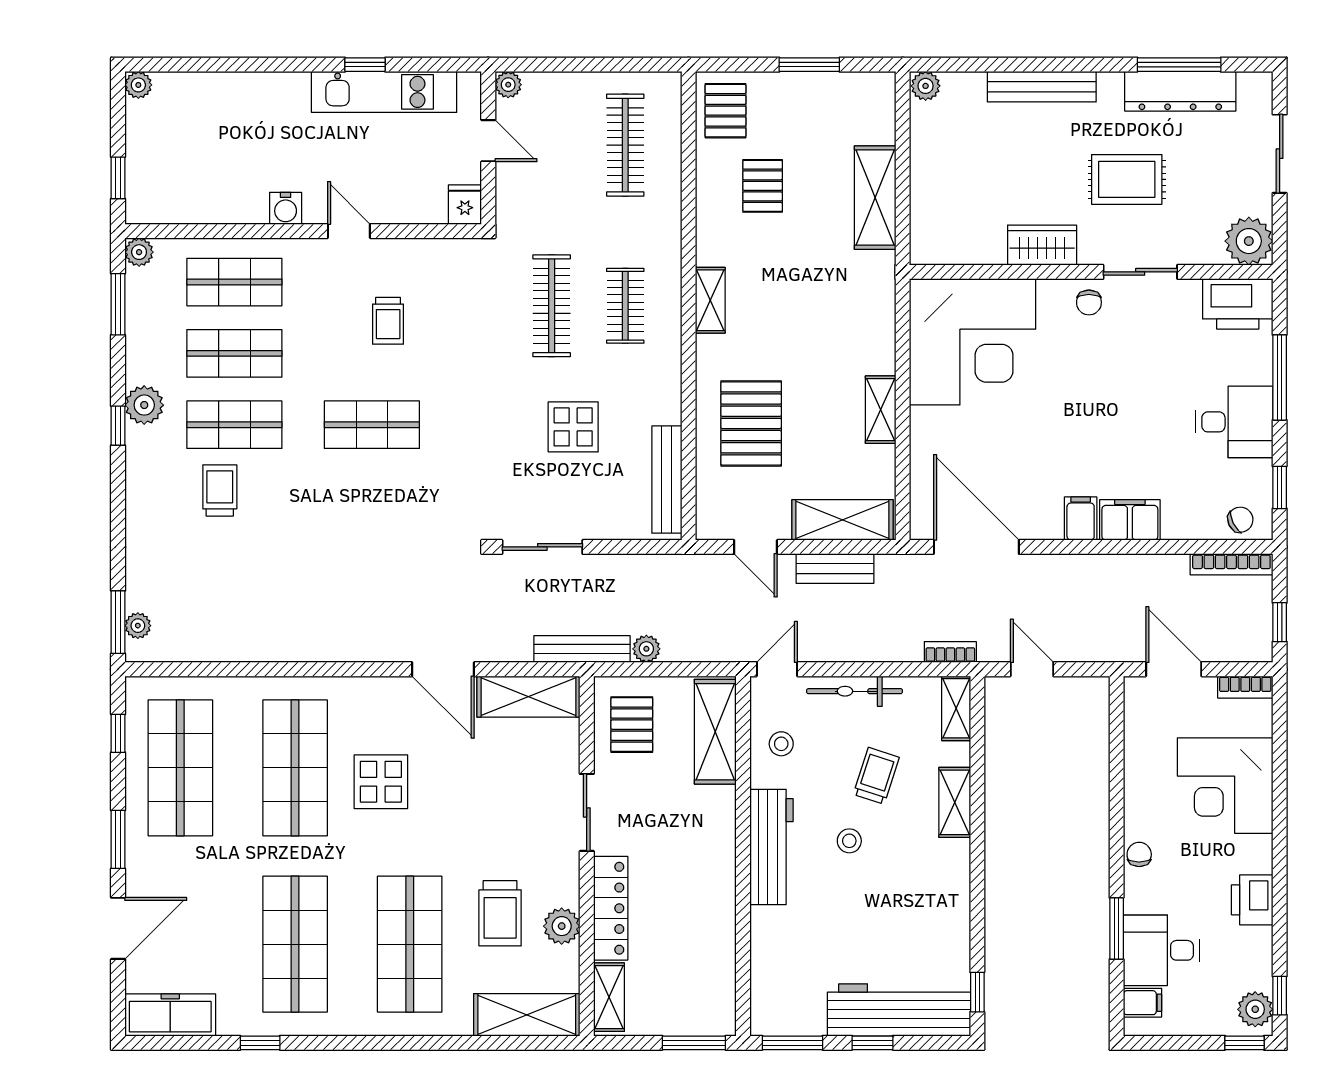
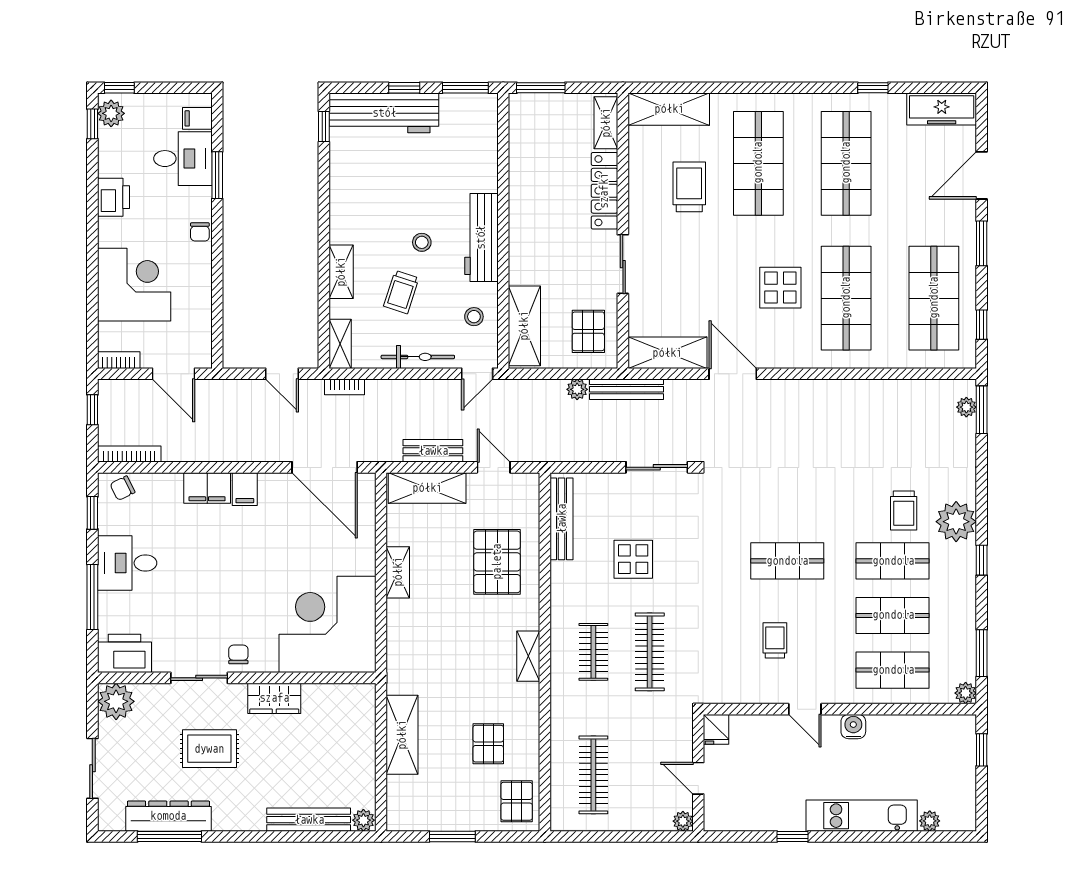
plant: (138, 85) -> (930, 821), moved
bench: (1042, 87) -> (309, 820), moved
kitchen unit: (384, 92) -> (862, 816), moved
plant: (144, 405) -> (956, 522), moved, width x1.36, depth x1.36
plant: (562, 926) -> (642, 177), removed

